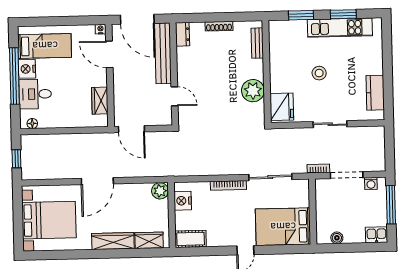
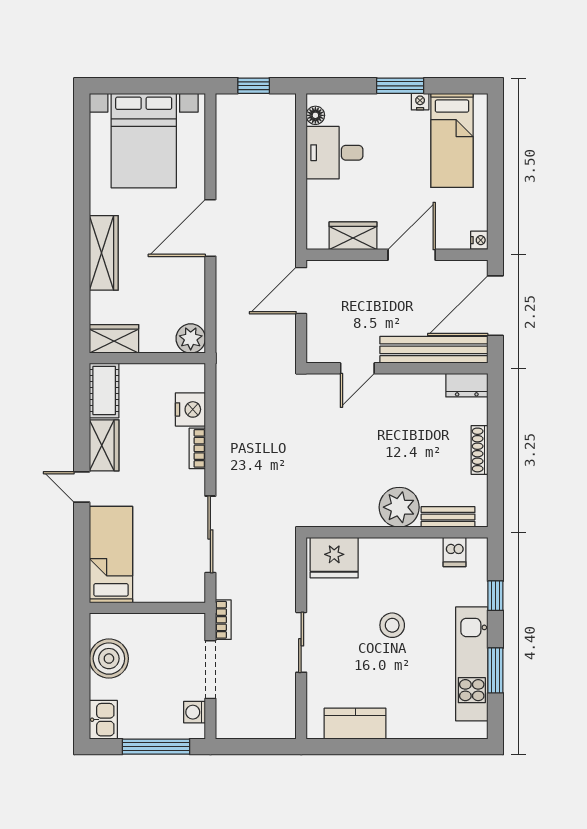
window: (301, 15) -> (495, 596), width x0.67
dishwasher: (277, 39) -> (455, 552), added
door: (109, 54) -> (412, 255), moved
nightstand: (27, 69) -> (420, 102), width x0.53, depth x0.56
window: (14, 76) -> (400, 86), width x0.47
plant: (253, 91) -> (399, 507), moved
desk: (35, 94) -> (335, 153), moved, turned -90
door: (97, 181) -> (210, 228), hinge flipped
bookcase: (228, 185) -> (197, 448), width x0.64
nightstand: (183, 201) -> (190, 409), moved, turned 90
bed: (283, 227) -> (111, 555), width x0.67
wardrobe: (222, 238) -> (104, 445), added
boiler: (337, 238) -> (109, 659), width x1.86, depth x1.86
wardrobe: (149, 240) -> (114, 339), moved, turned -90

